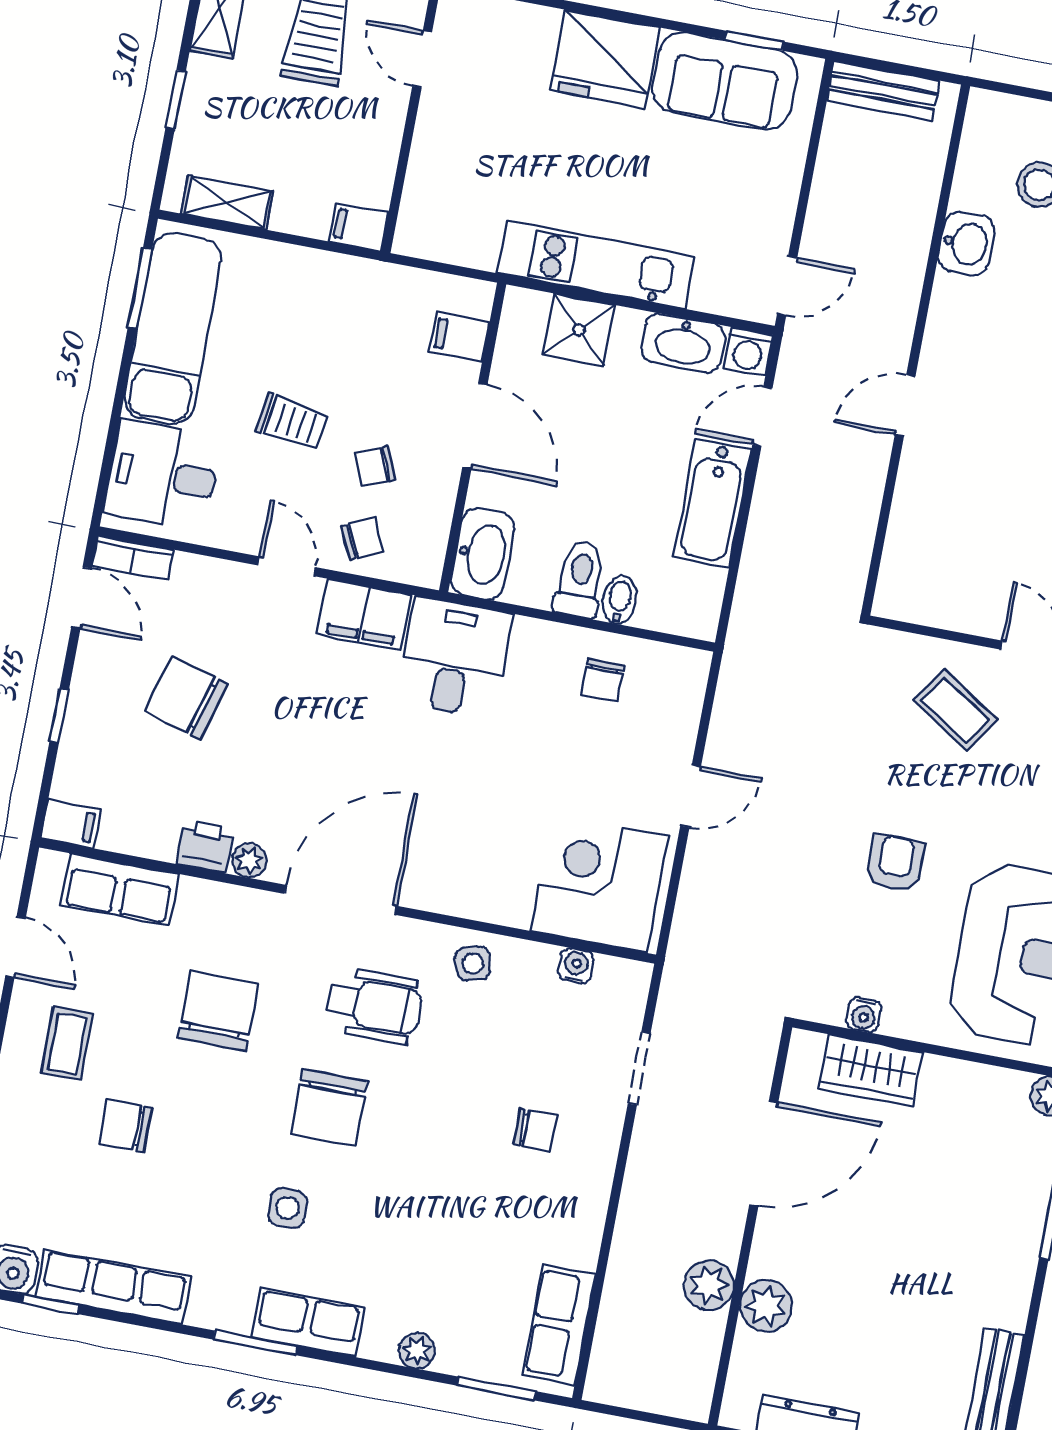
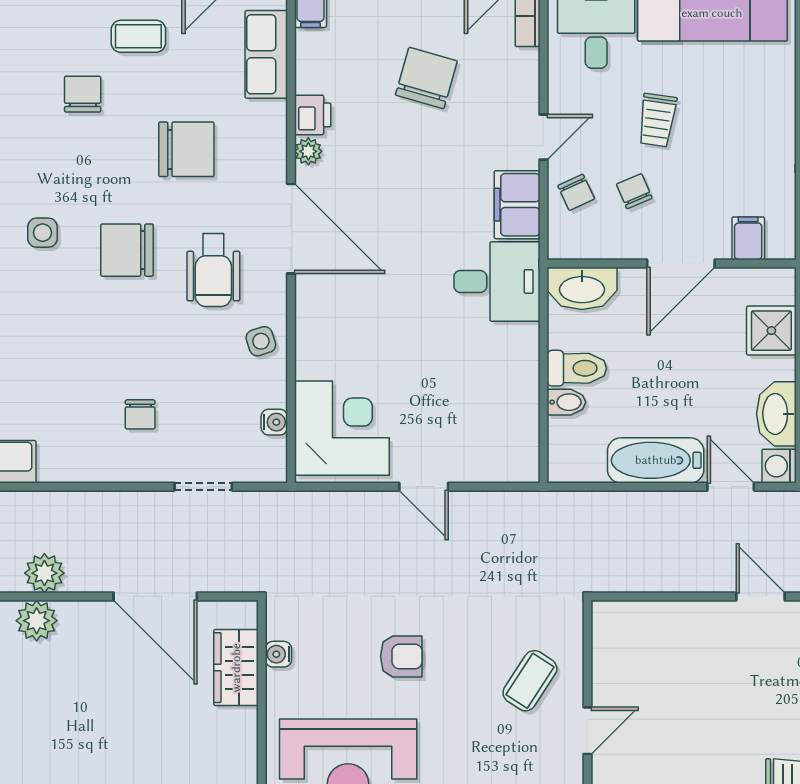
chair: (603, 680) -> (501, 401), removed

